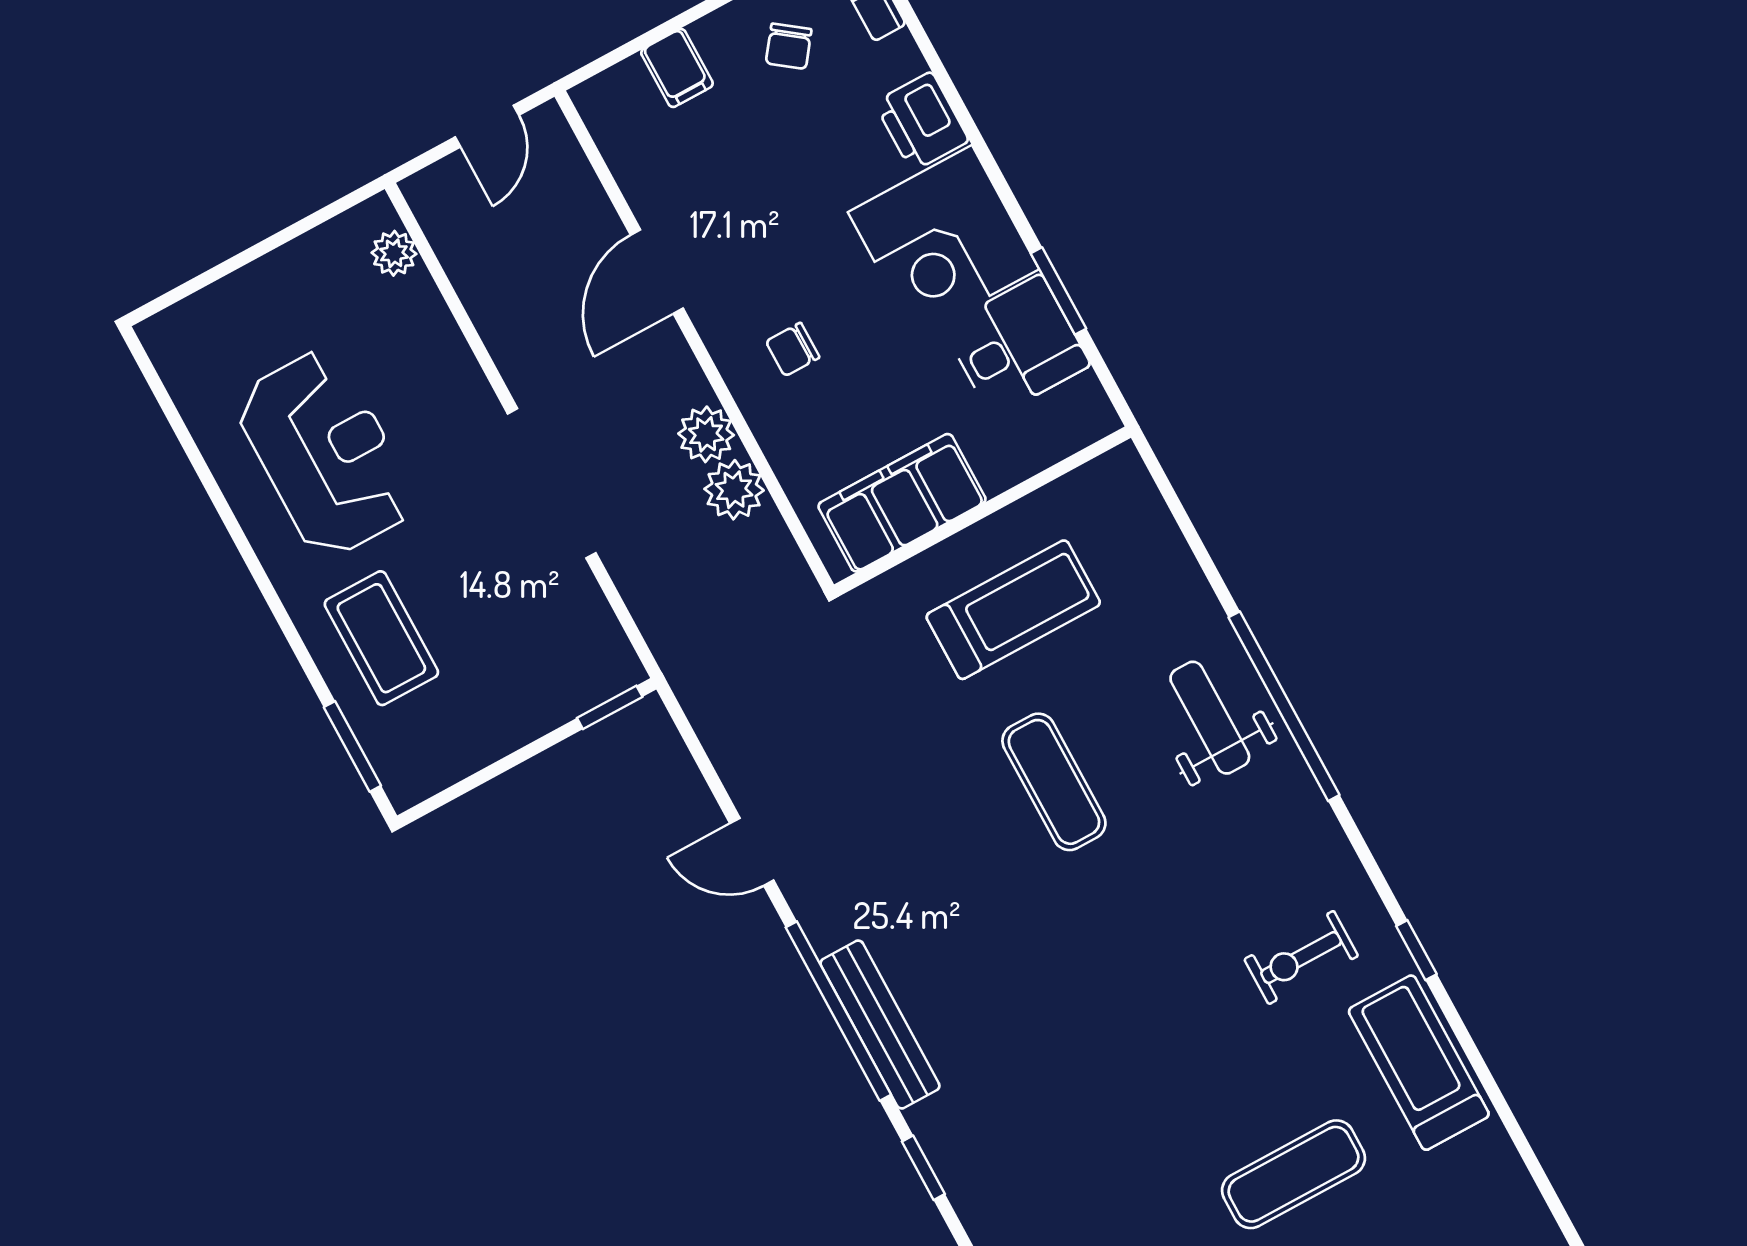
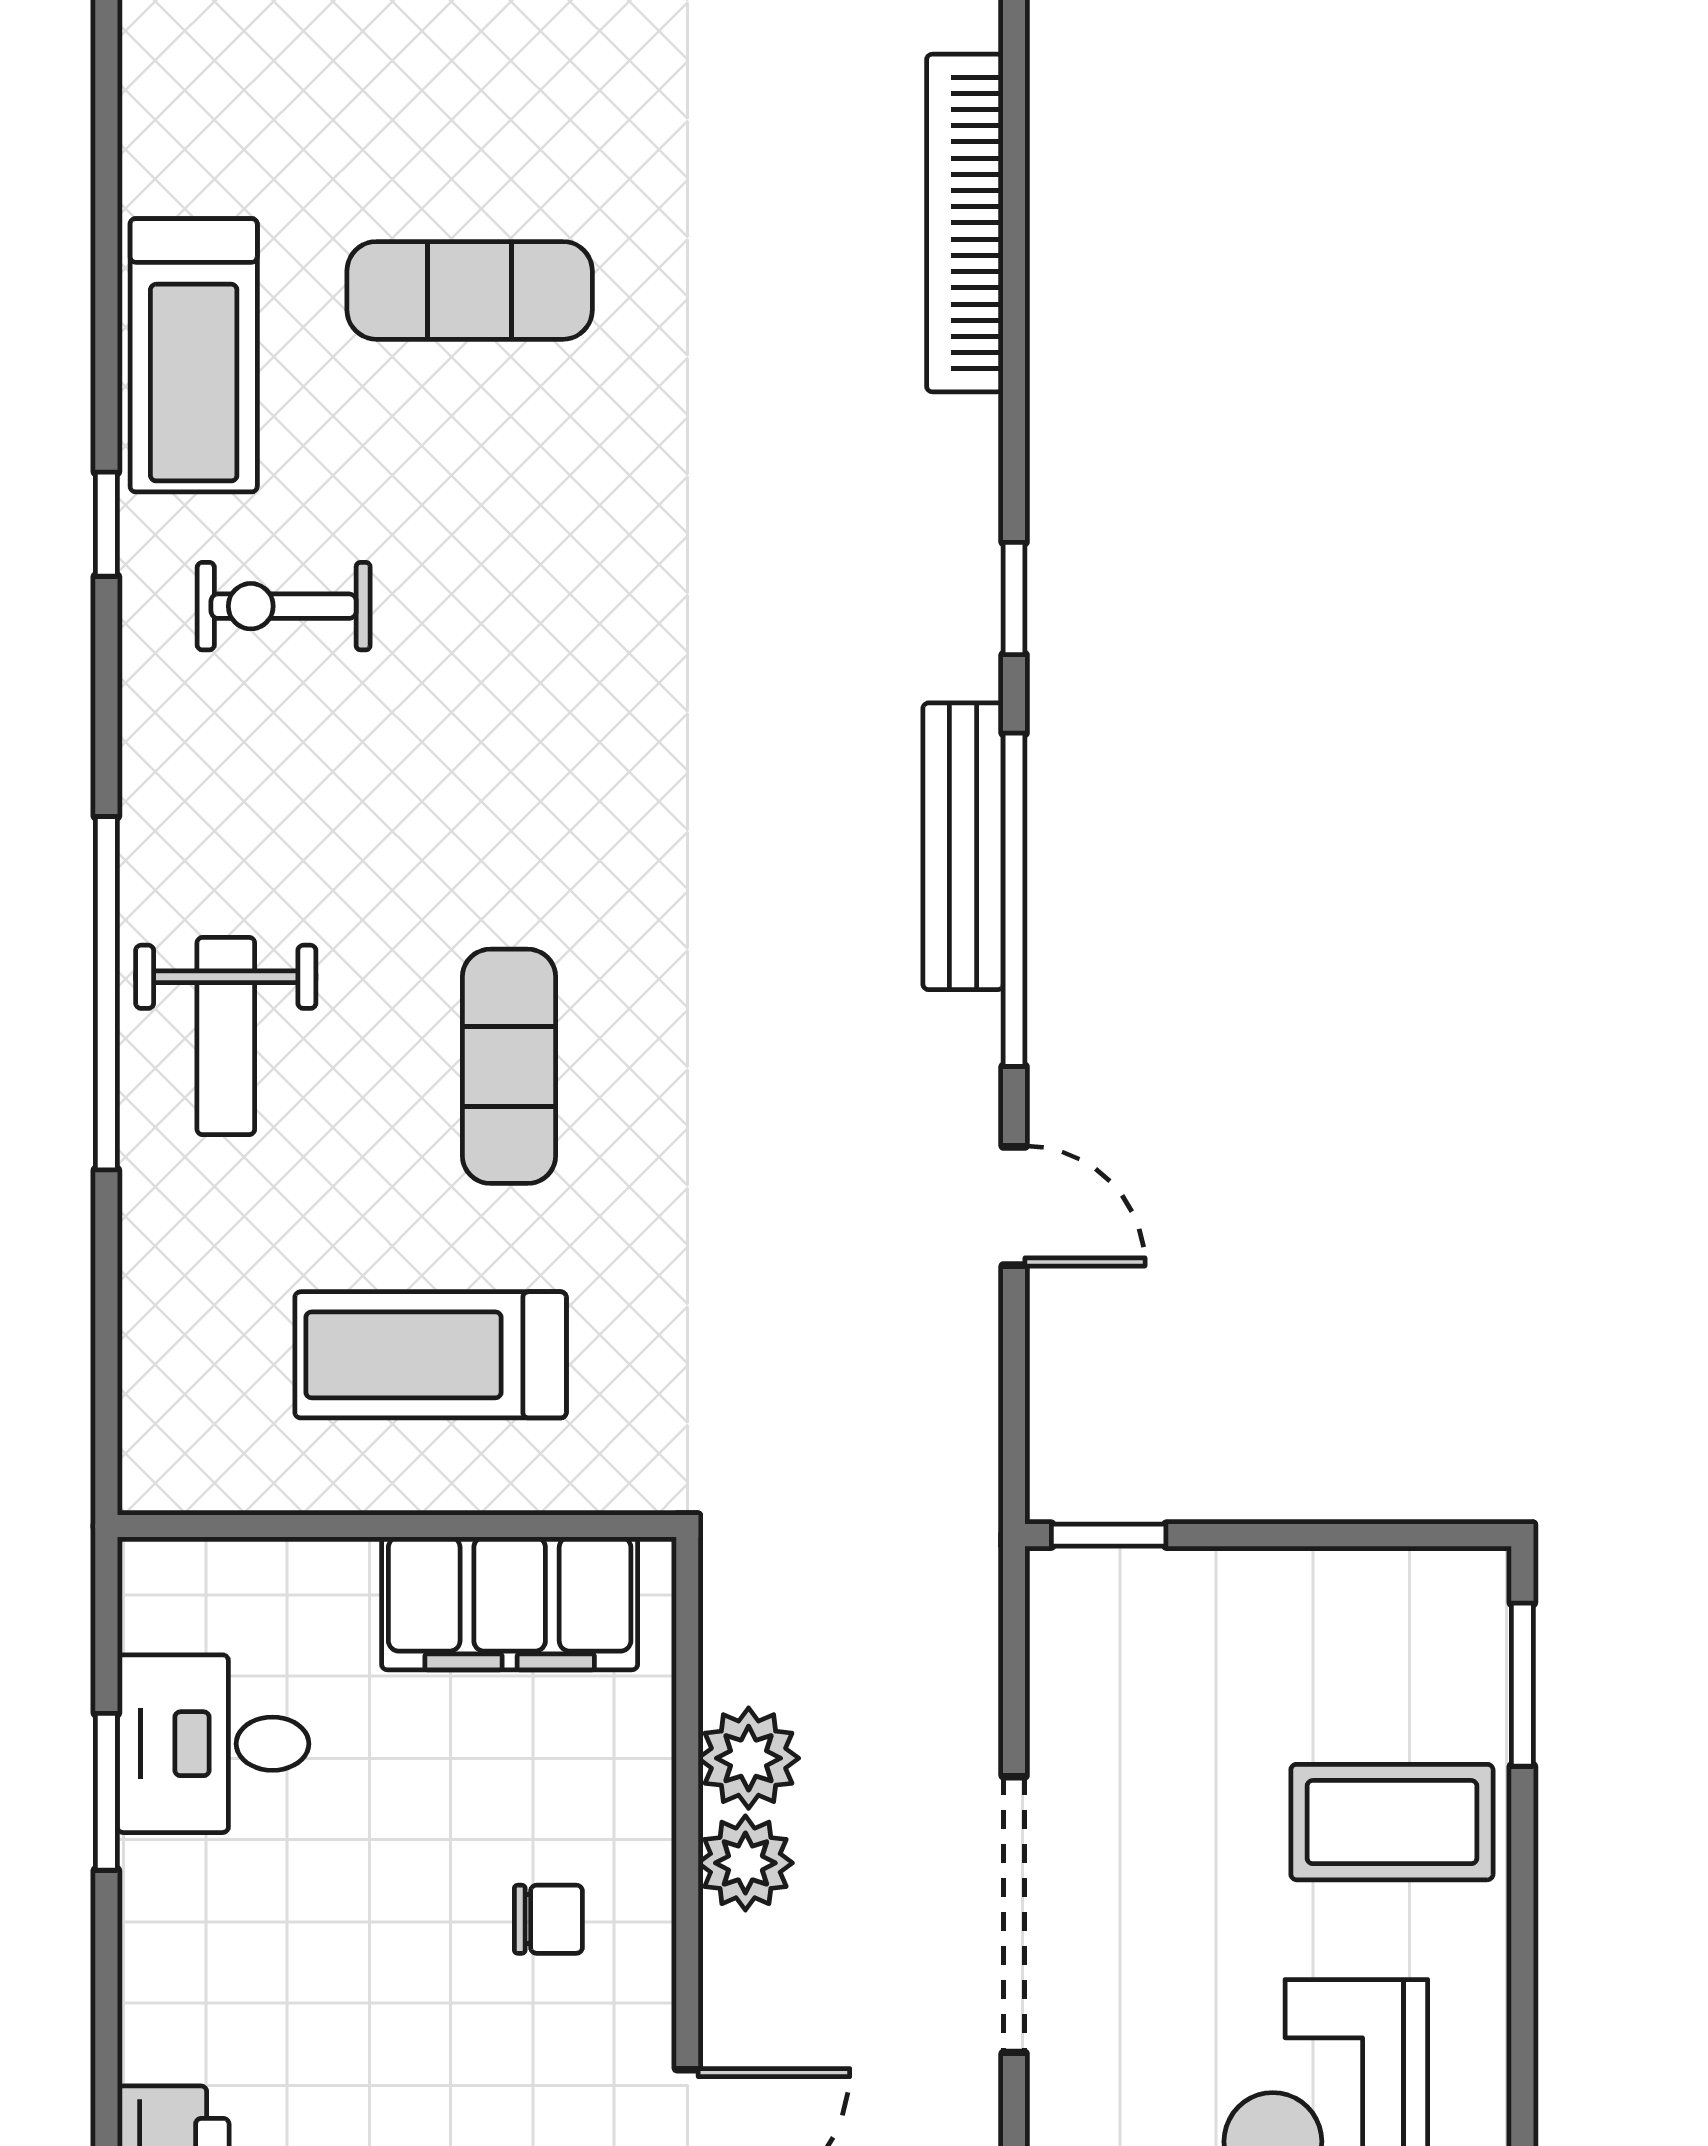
corner desk: (943, 241) -> (237, 1959), removed
coffee table: (381, 638) -> (1392, 1822), turned 90
exercise bike: (1301, 958) -> (284, 606), turned 180

